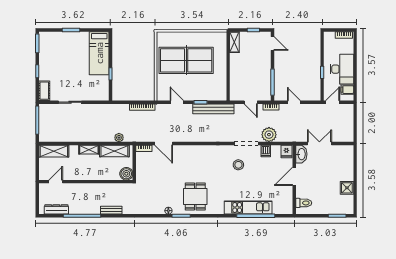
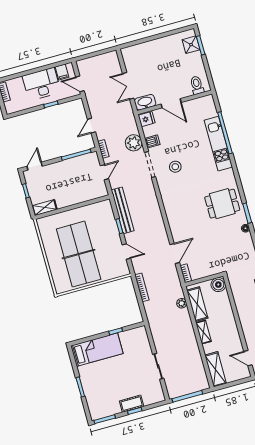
cot: (44, 91) -> (132, 404), moved
door: (177, 102) -> (126, 252), swing flipped
shower: (347, 188) -> (191, 45), moved

